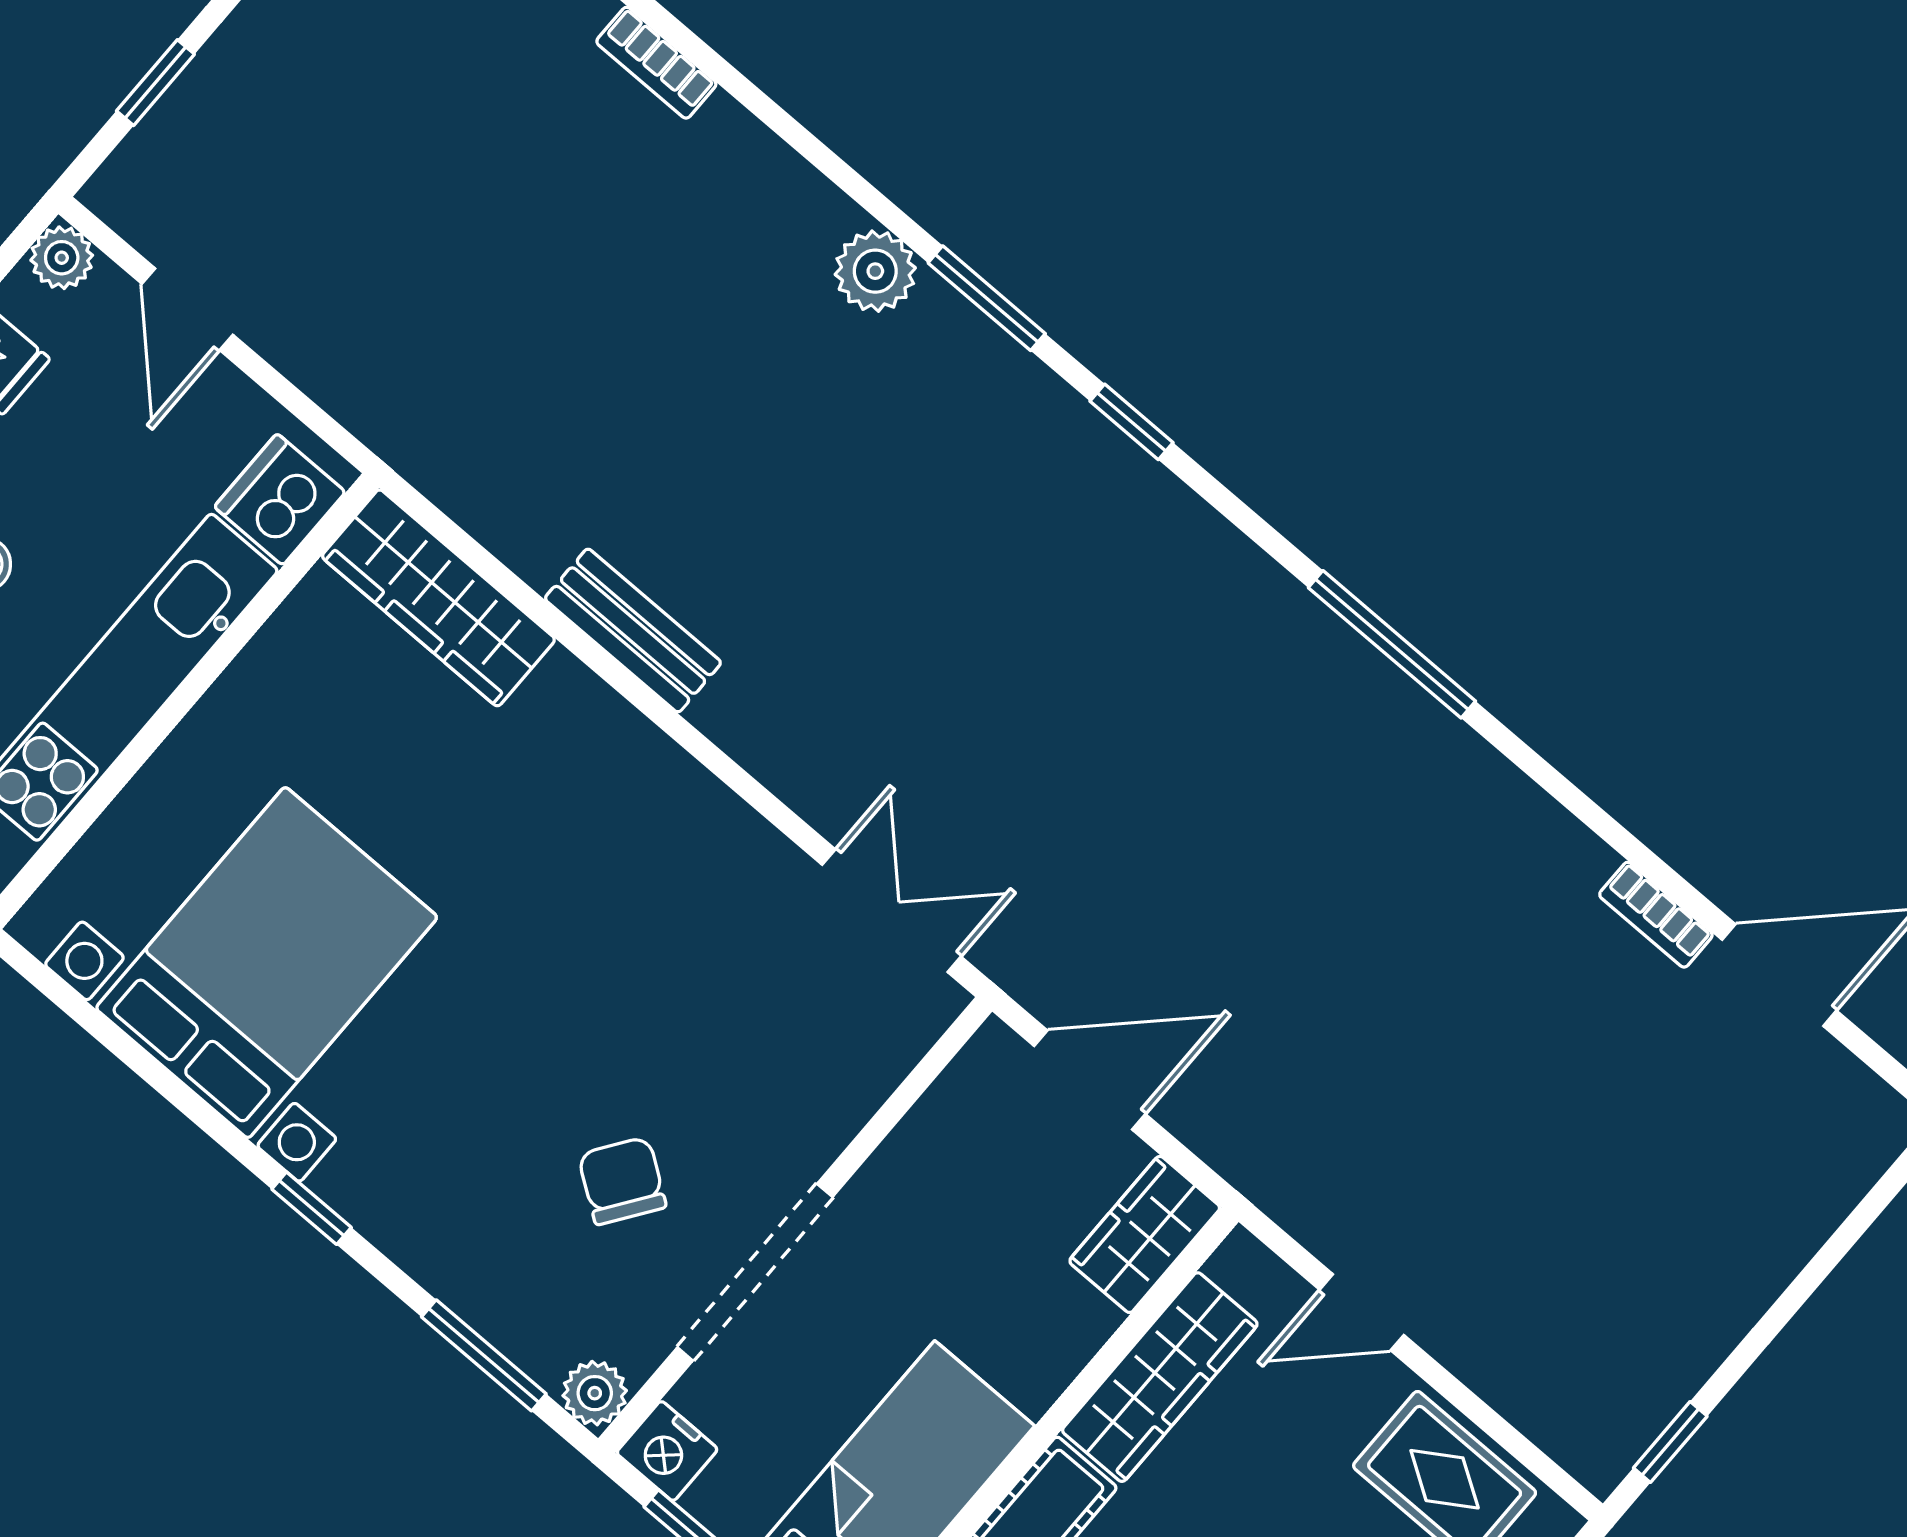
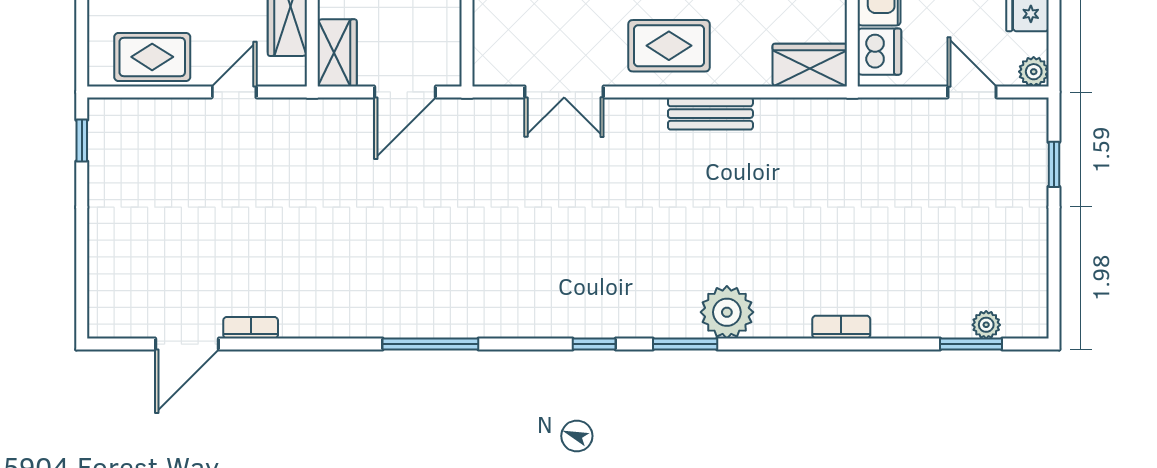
bookcase: (656, 63) -> (841, 327), moved
plant: (875, 271) -> (727, 312), width x1.36, depth x1.36
wardrobe: (438, 598) -> (810, 65), width x0.67
rug: (607, 795) -> (669, 46), added
double door: (891, 911) -> (564, 92), moved

